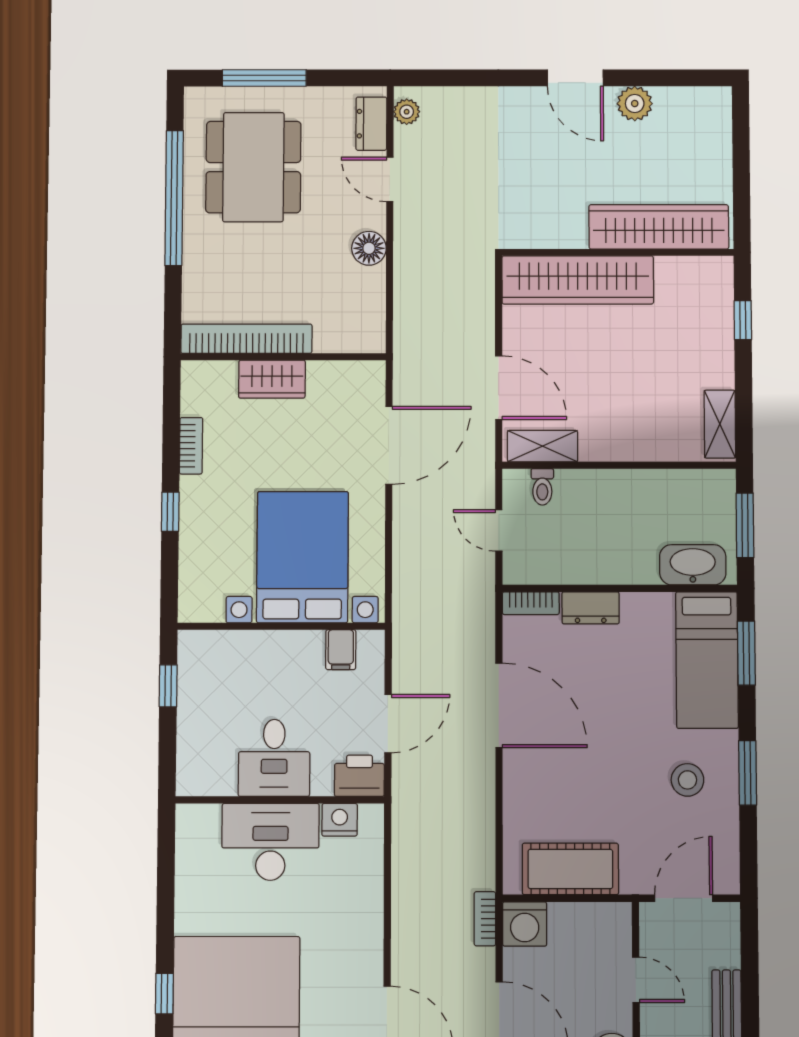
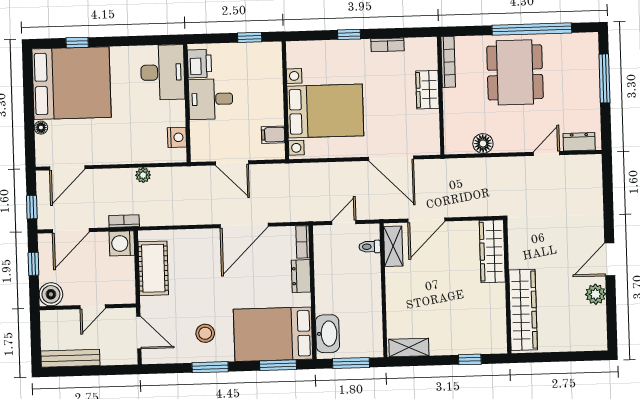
plant: (407, 112) -> (143, 175), moved
dining table: (253, 167) -> (515, 72), moved, turned 90
floor lamp: (369, 248) -> (483, 143), moved
wardrobe: (578, 280) -> (492, 251), width x0.71, depth x0.85
bookcase: (246, 339) -> (448, 62), width x0.68, depth x0.76
bed: (707, 660) -> (273, 334), width x1.50
printer: (359, 776) -> (199, 64), moved
desk: (270, 842) -> (163, 72), moved

